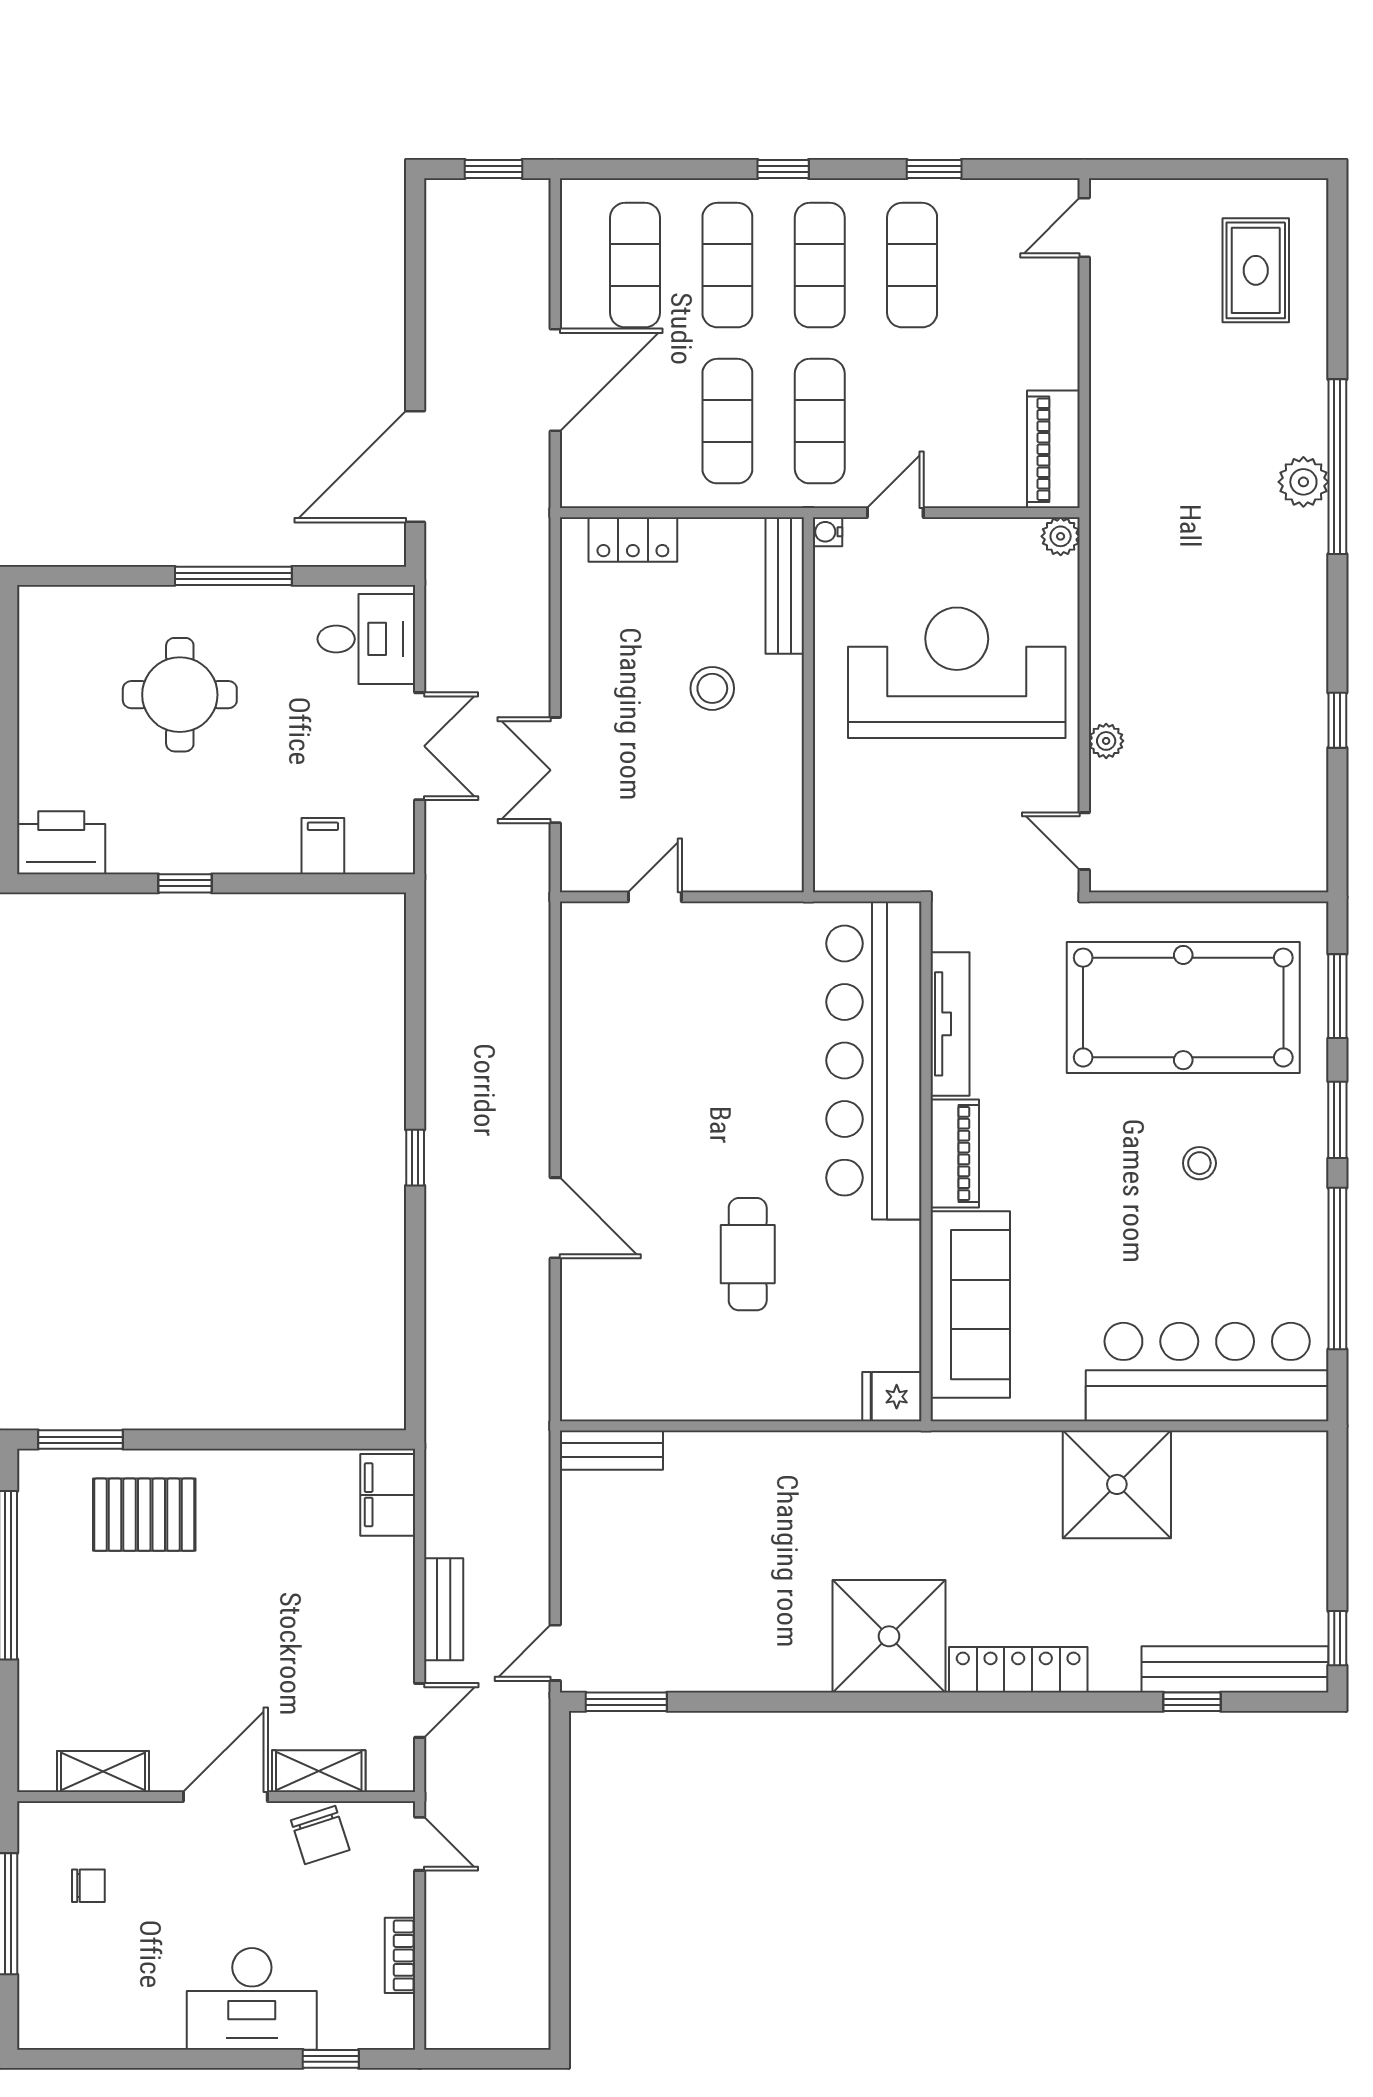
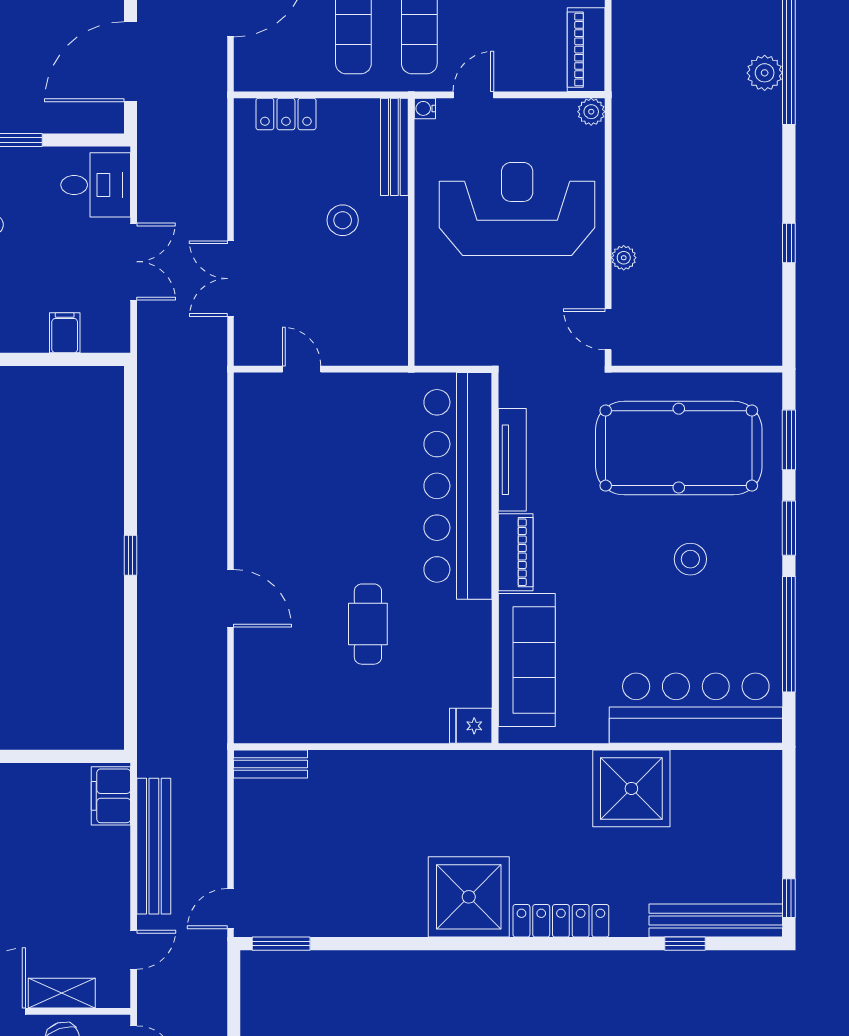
door: (655, 897) -> (302, 369), hinge flipped
stool: (1199, 1163) -> (690, 559), width x1.37, depth x1.37
bench: (444, 1609) -> (154, 846), width x1.86, depth x1.21

